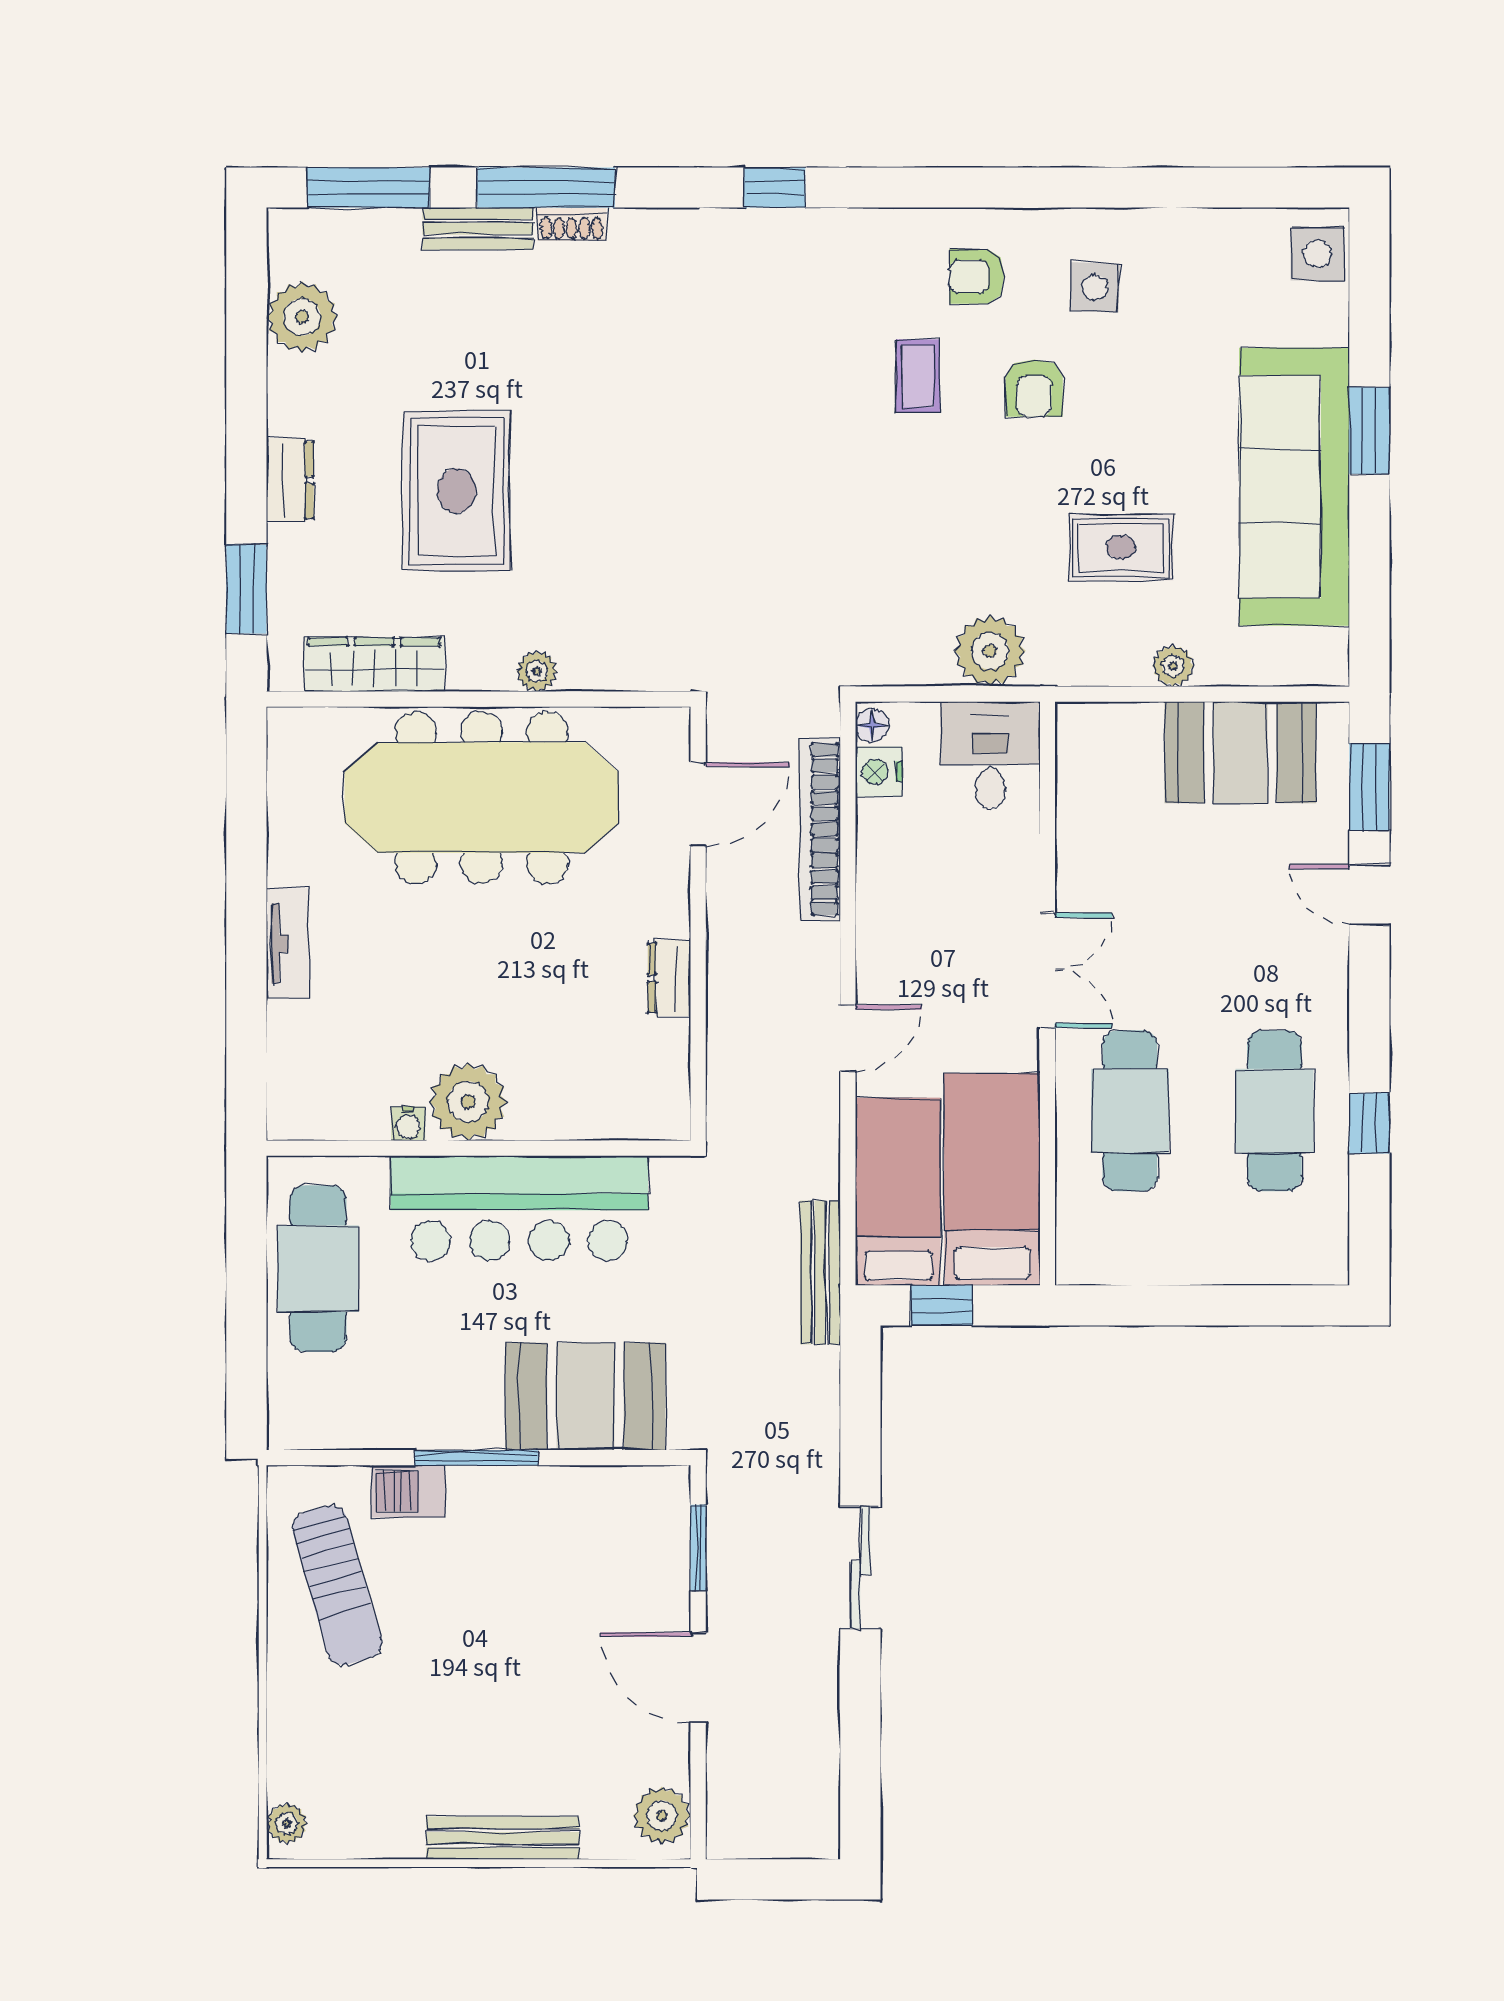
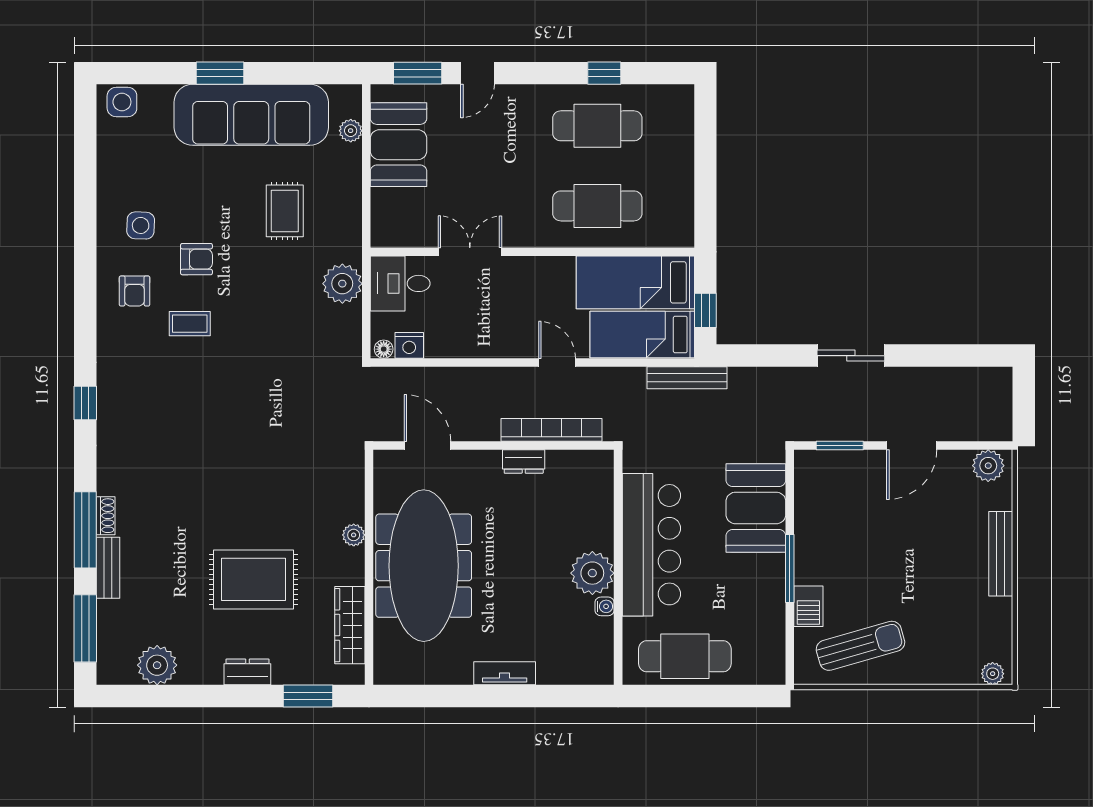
plant: (1173, 666) -> (351, 131), moved
bookcase: (820, 829) -> (551, 430), moved, turned 180
double door: (1047, 970) -> (470, 252), moved

